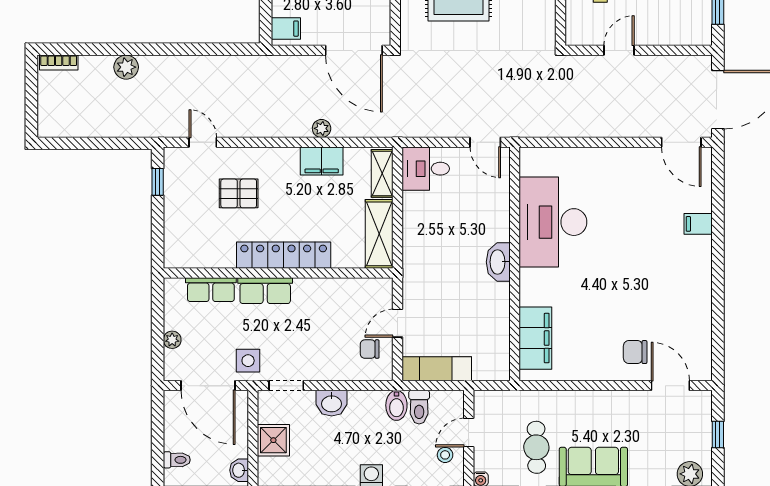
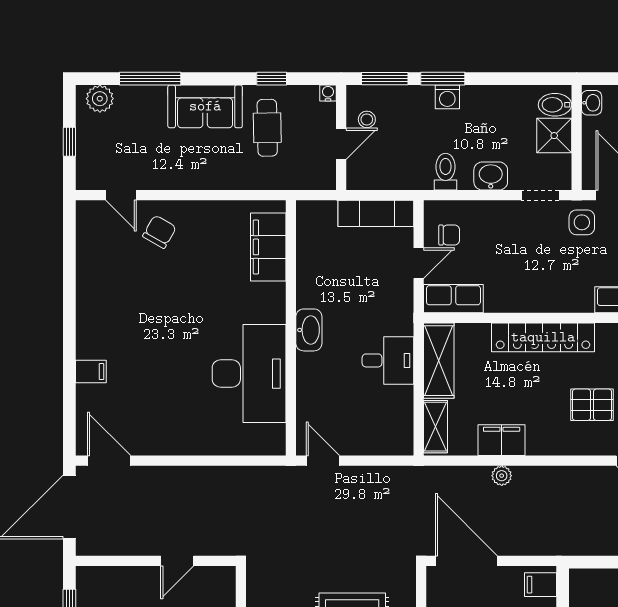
desk: (426, 169) -> (388, 360), moved
row of seats: (265, 291) -> (453, 299), moved
chair: (635, 352) -> (159, 232), turned -60
door: (670, 386) -> (121, 195), width x0.73
bidet: (396, 405) -> (555, 105), moved, turned -90
toilet: (419, 407) -> (445, 172), moved

